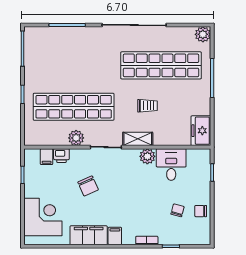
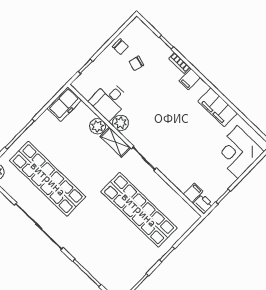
trolley: (147, 106) -> (85, 159), removed
plant: (76, 138) -> (98, 126), moved
printer: (61, 156) -> (203, 204), moved
chair: (88, 186) -> (184, 143), removed
filing cabinet: (115, 236) -> (190, 79), moved

